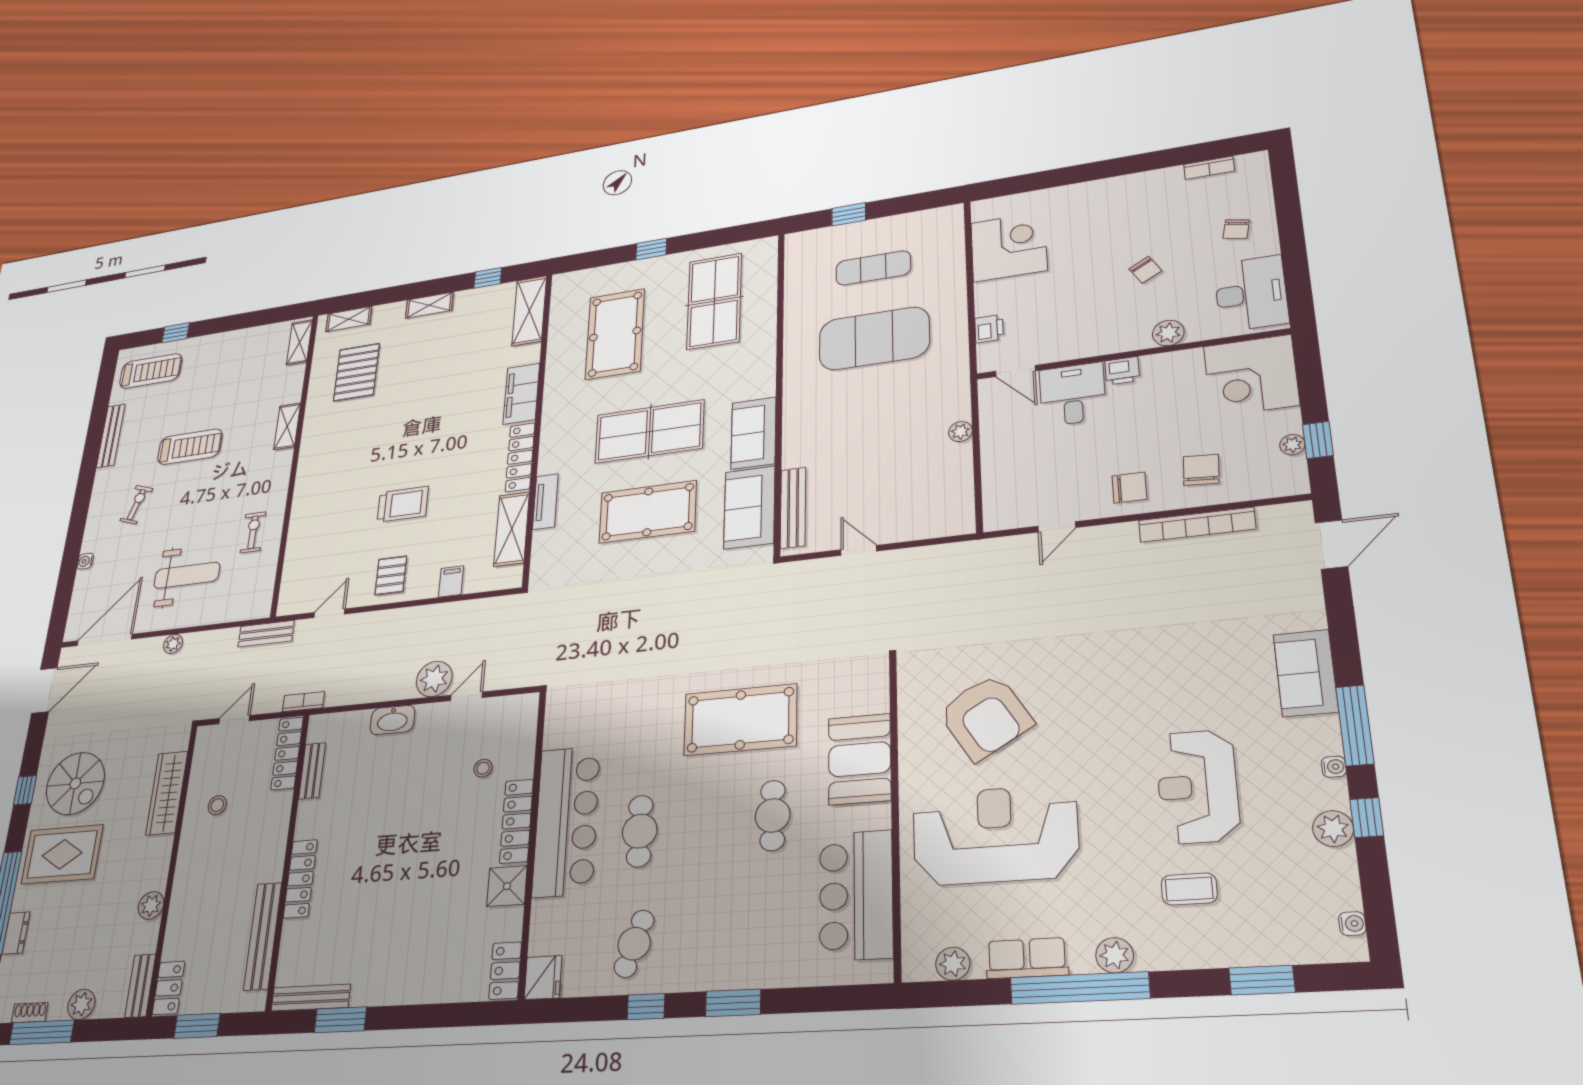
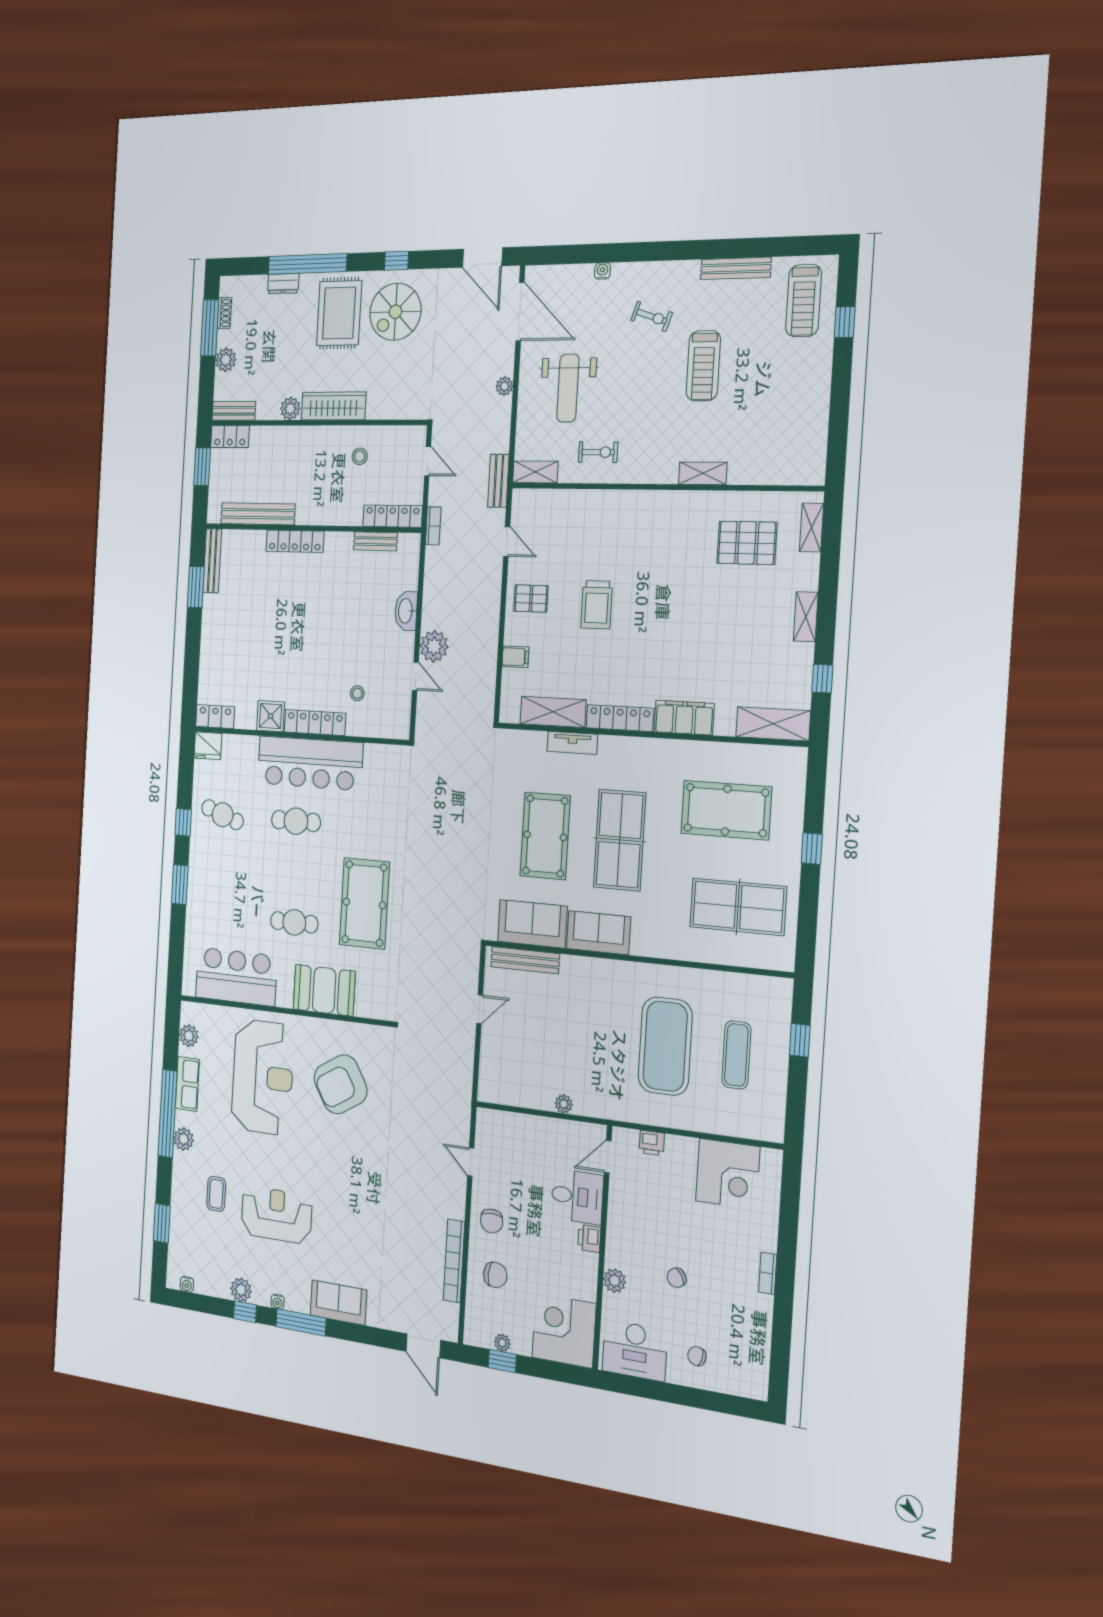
bookcase: (1209, 168) -> (768, 1273), moved
shelving: (299, 342) -> (535, 472), moved
wardrobe: (167, 793) -> (334, 406), moved

